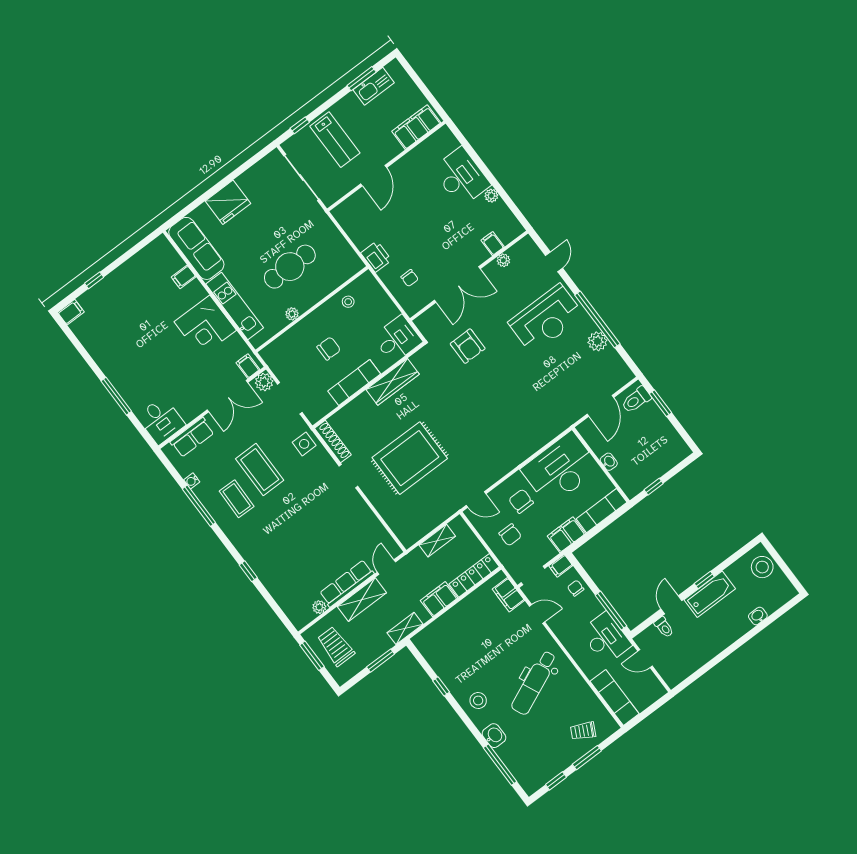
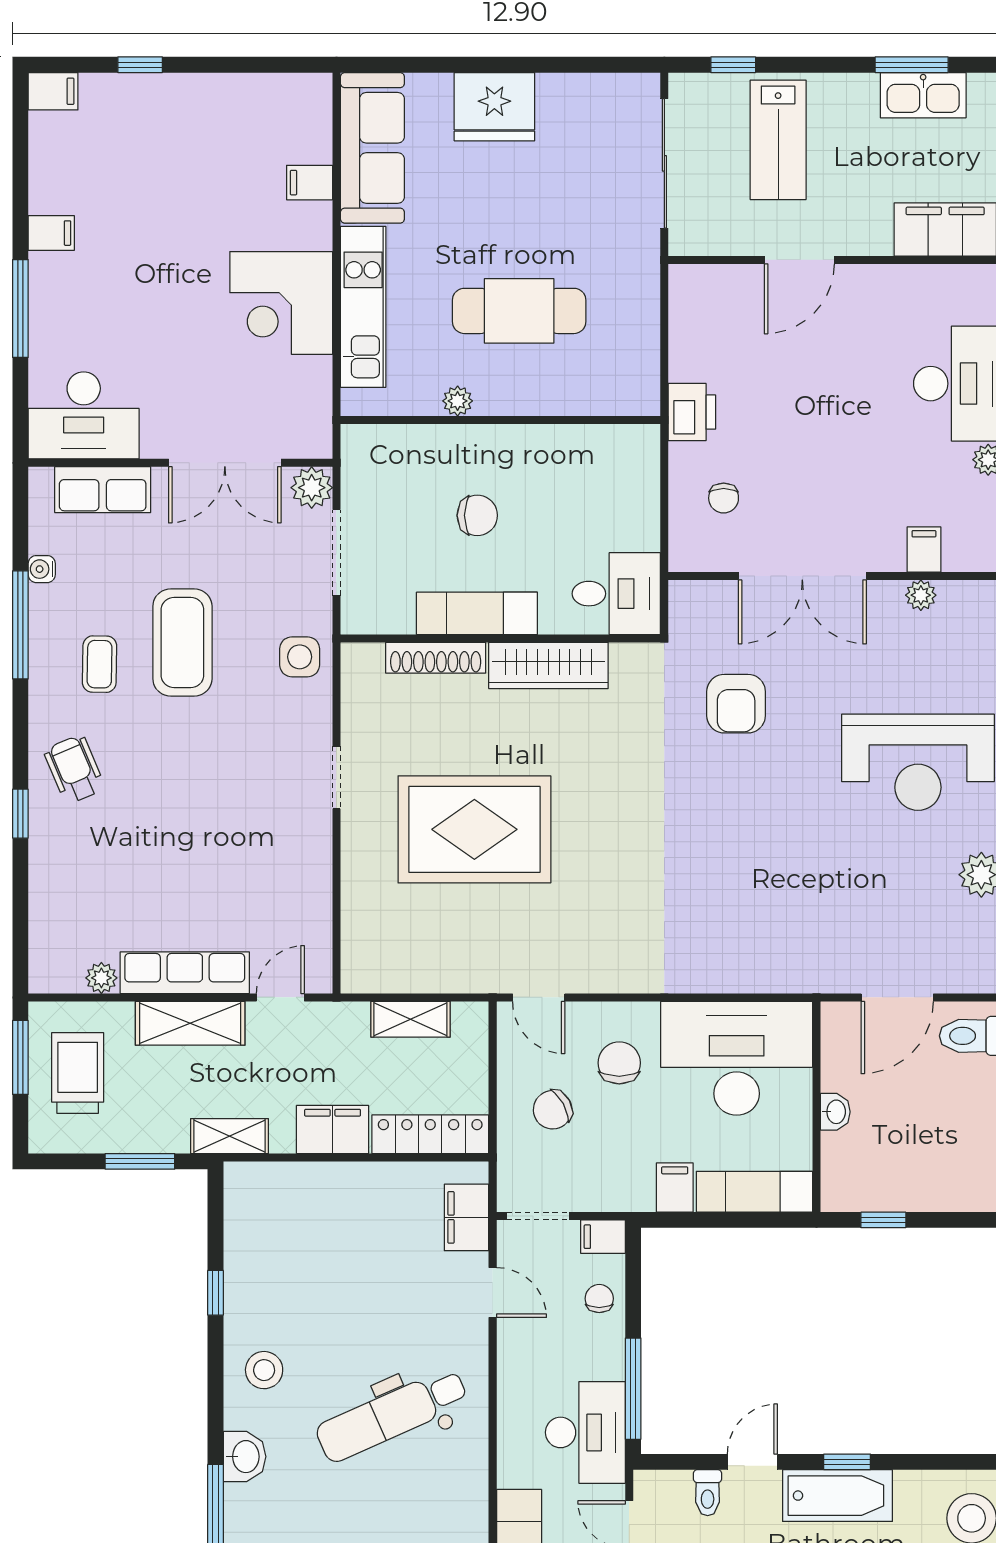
stool: (348, 302) -> (578, 456), removed
filing cabinet: (248, 366) -> (51, 233), moved, turned 90
desk: (161, 421) -> (84, 415), width x1.37
shoe rack: (333, 442) -> (436, 658), moved, turned 90
coffee table: (237, 499) -> (100, 664), width x0.73, depth x0.77
chair: (510, 535) -> (553, 1110), turned 61
filing cabinet: (566, 535) -> (675, 1188), width x0.50
wheelchair: (255, 542) -> (74, 769), added

